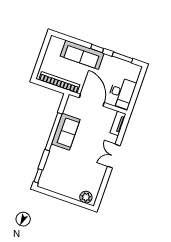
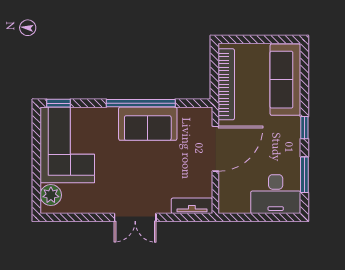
sofa: (82, 55) -> (285, 80), moved
desk: (122, 93) -> (276, 194), moved
double door: (114, 156) -> (135, 217), swing flipped
corner sofa: (62, 179) -> (67, 145), added

